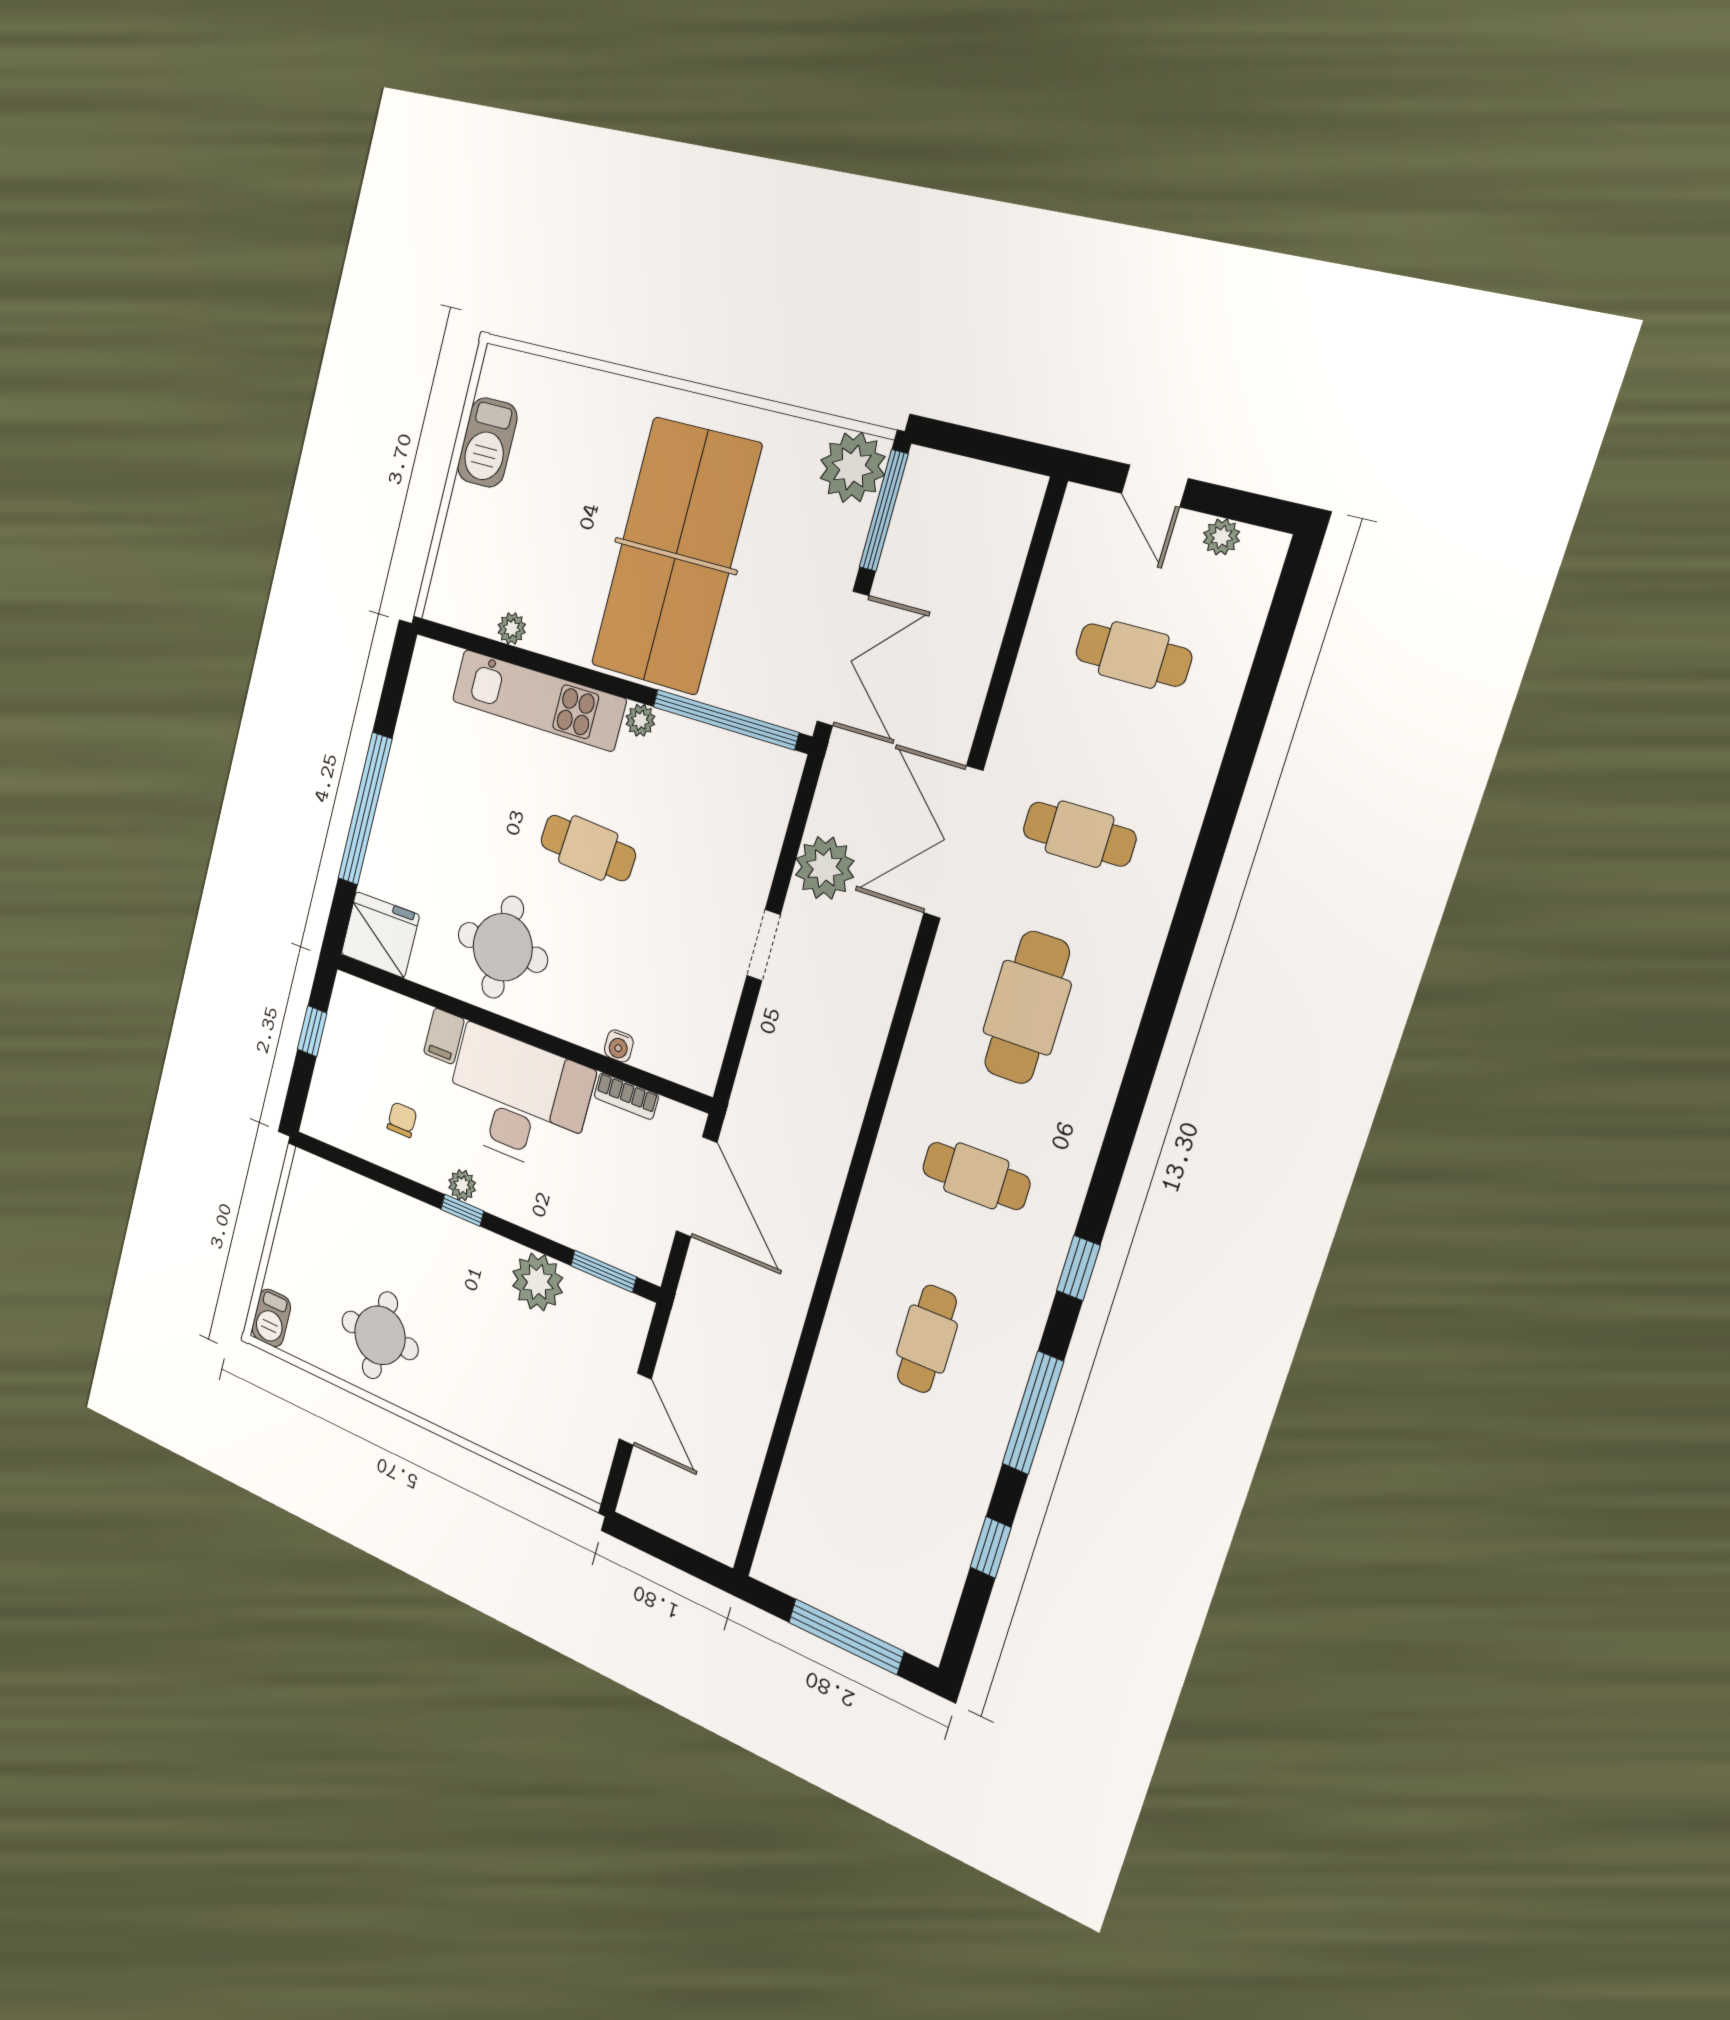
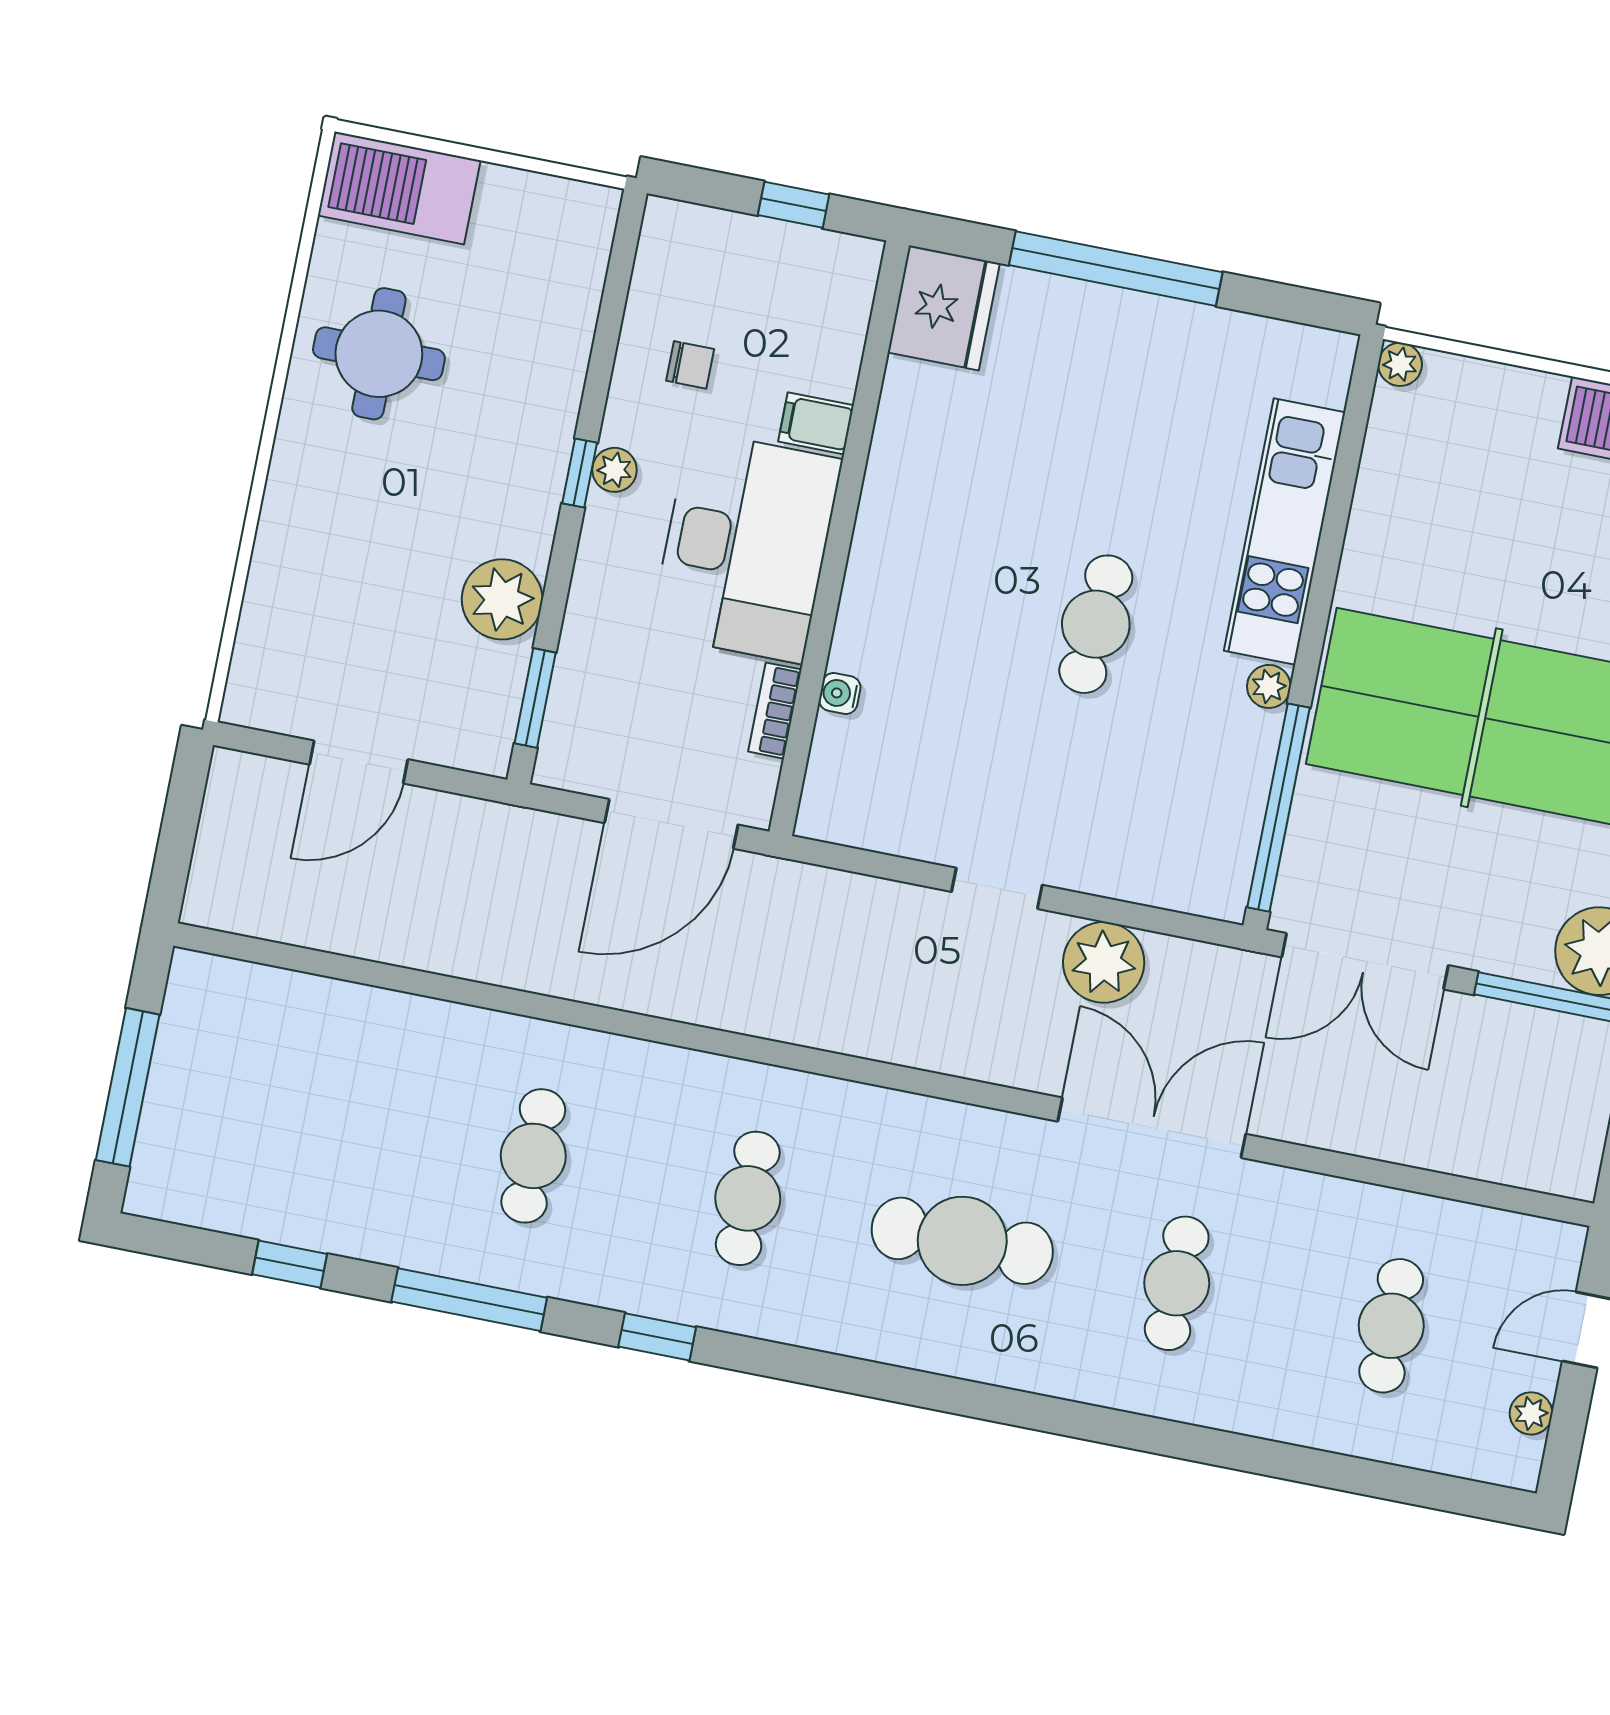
plant: (512, 628) -> (1400, 364), moved
round table: (503, 947) -> (949, 506), removed
barbecue: (271, 1318) -> (399, 188), width x1.88, depth x1.53
cafe table: (927, 1339) -> (533, 1156), turned 90

